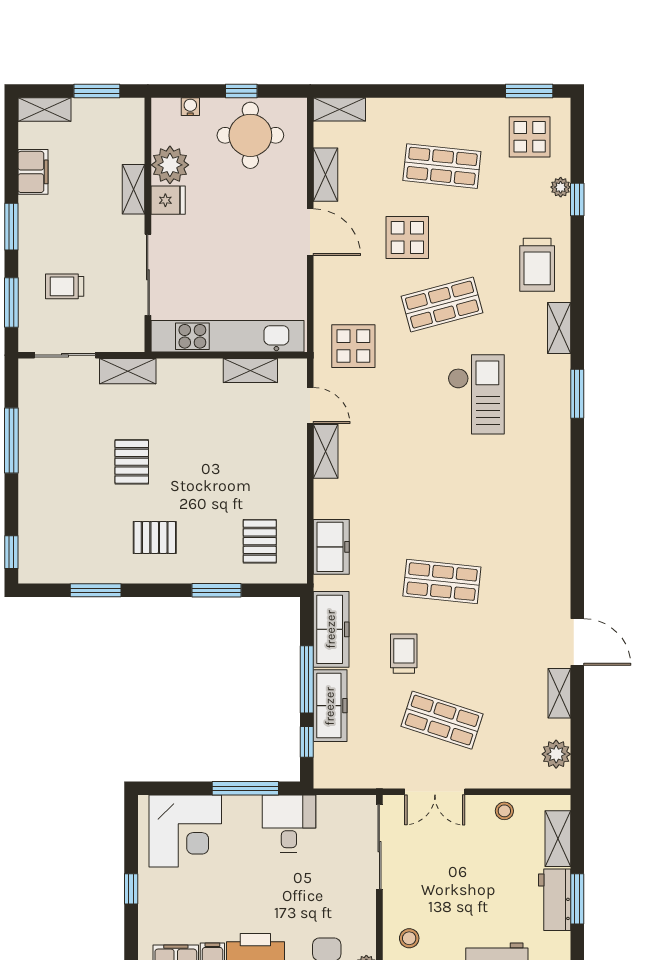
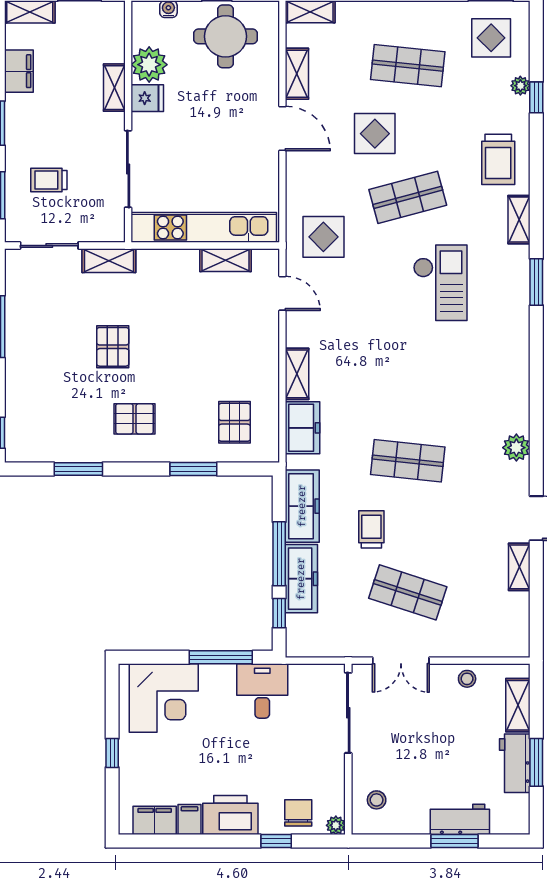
shelving: (326, 451) -> (297, 374), moved
plant: (556, 754) -> (516, 448), moved

